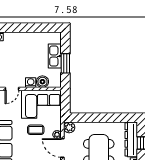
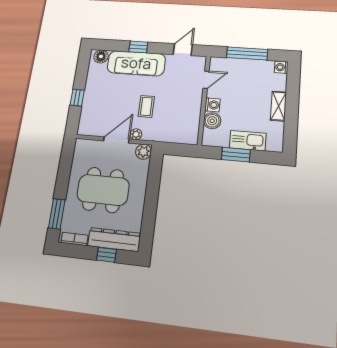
shelving: (28, 37) -> (278, 106), added
door: (12, 89) -> (206, 80), swing flipped
corner sofa: (41, 104) -> (181, 117), removed

